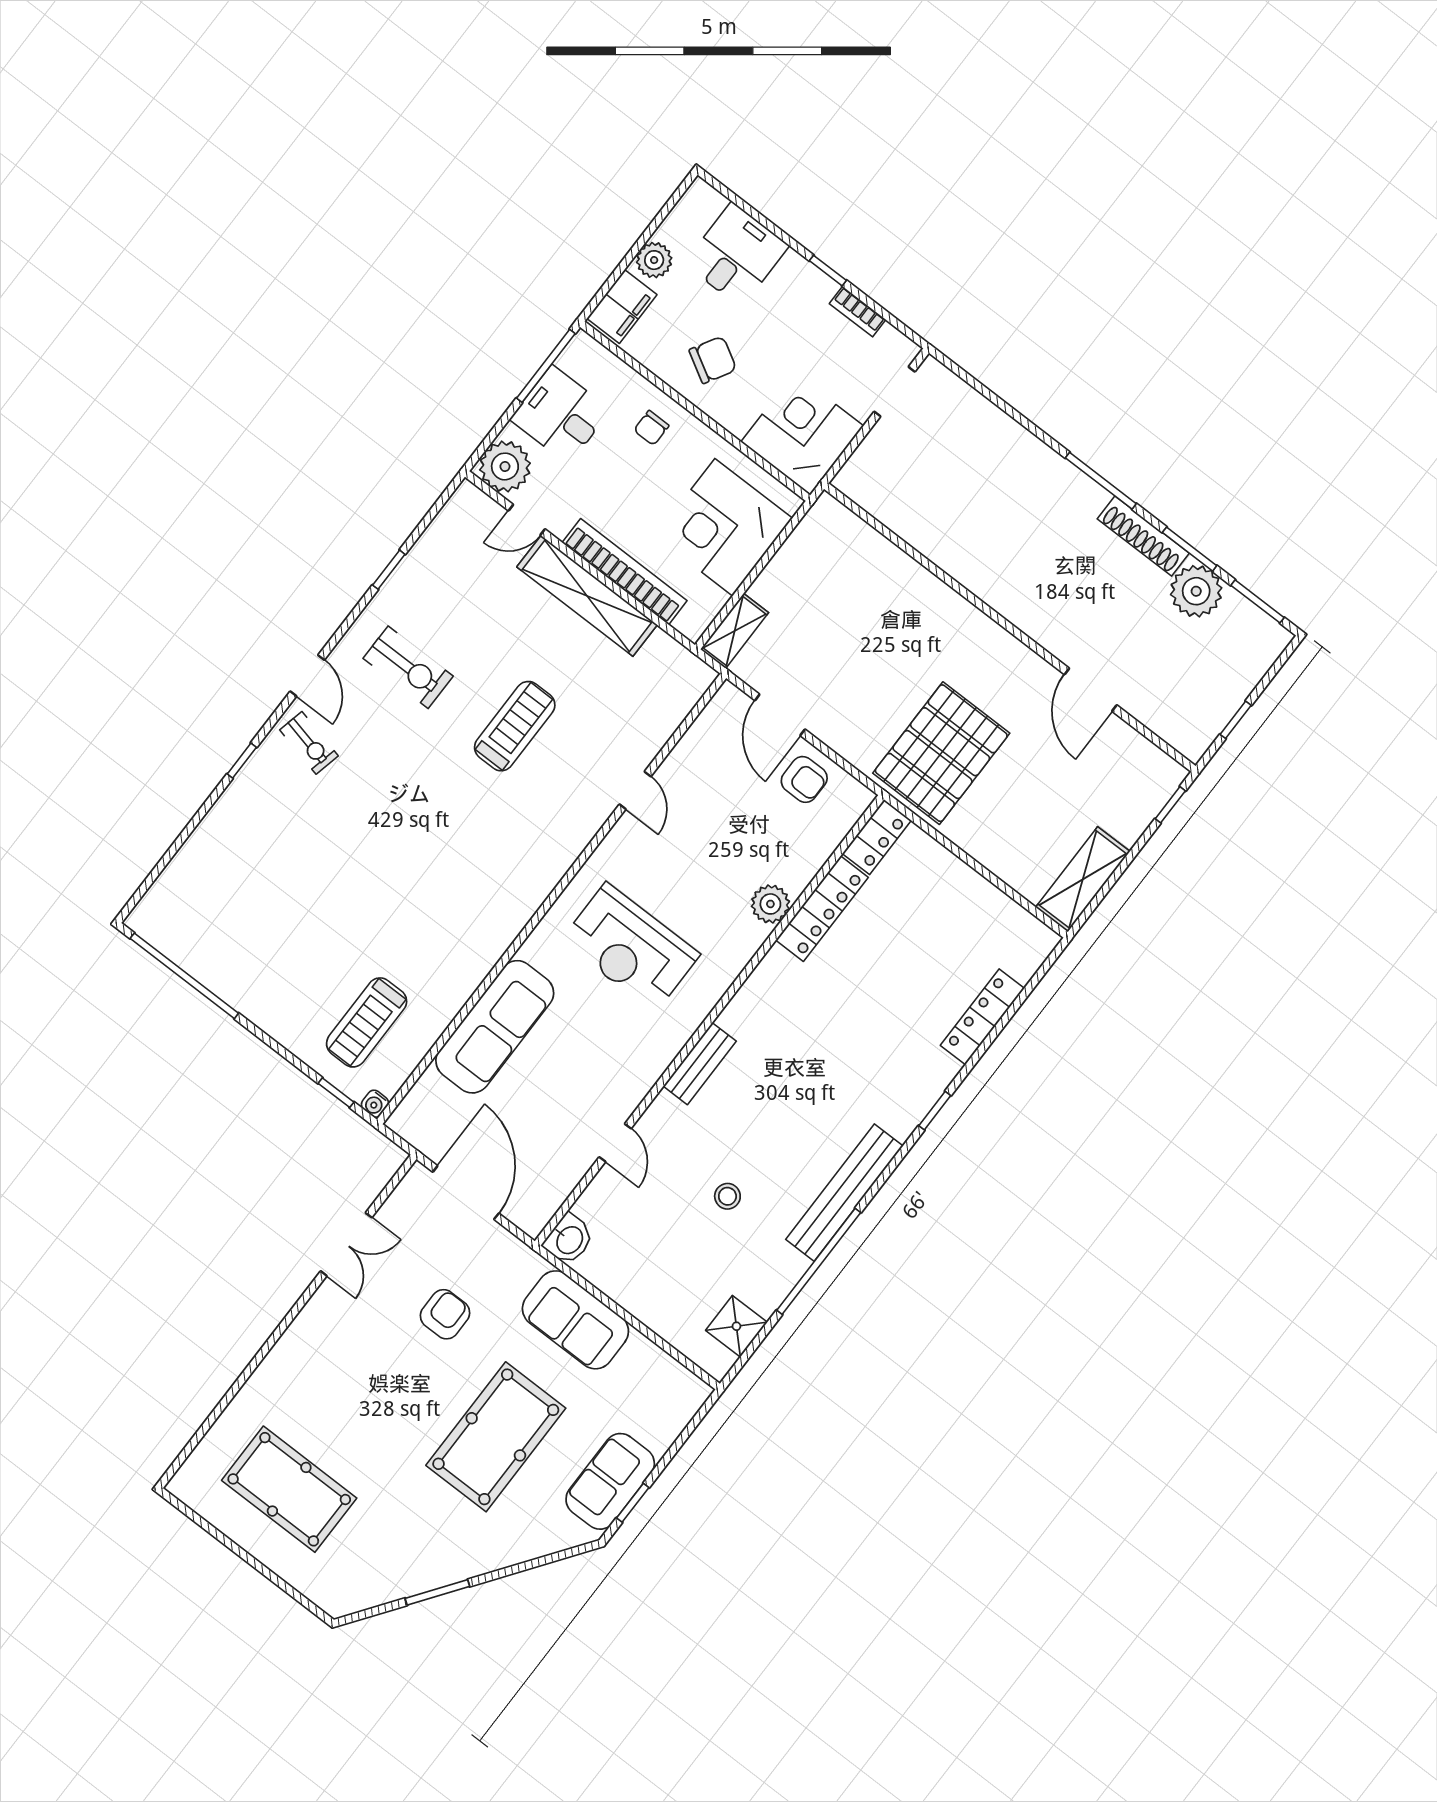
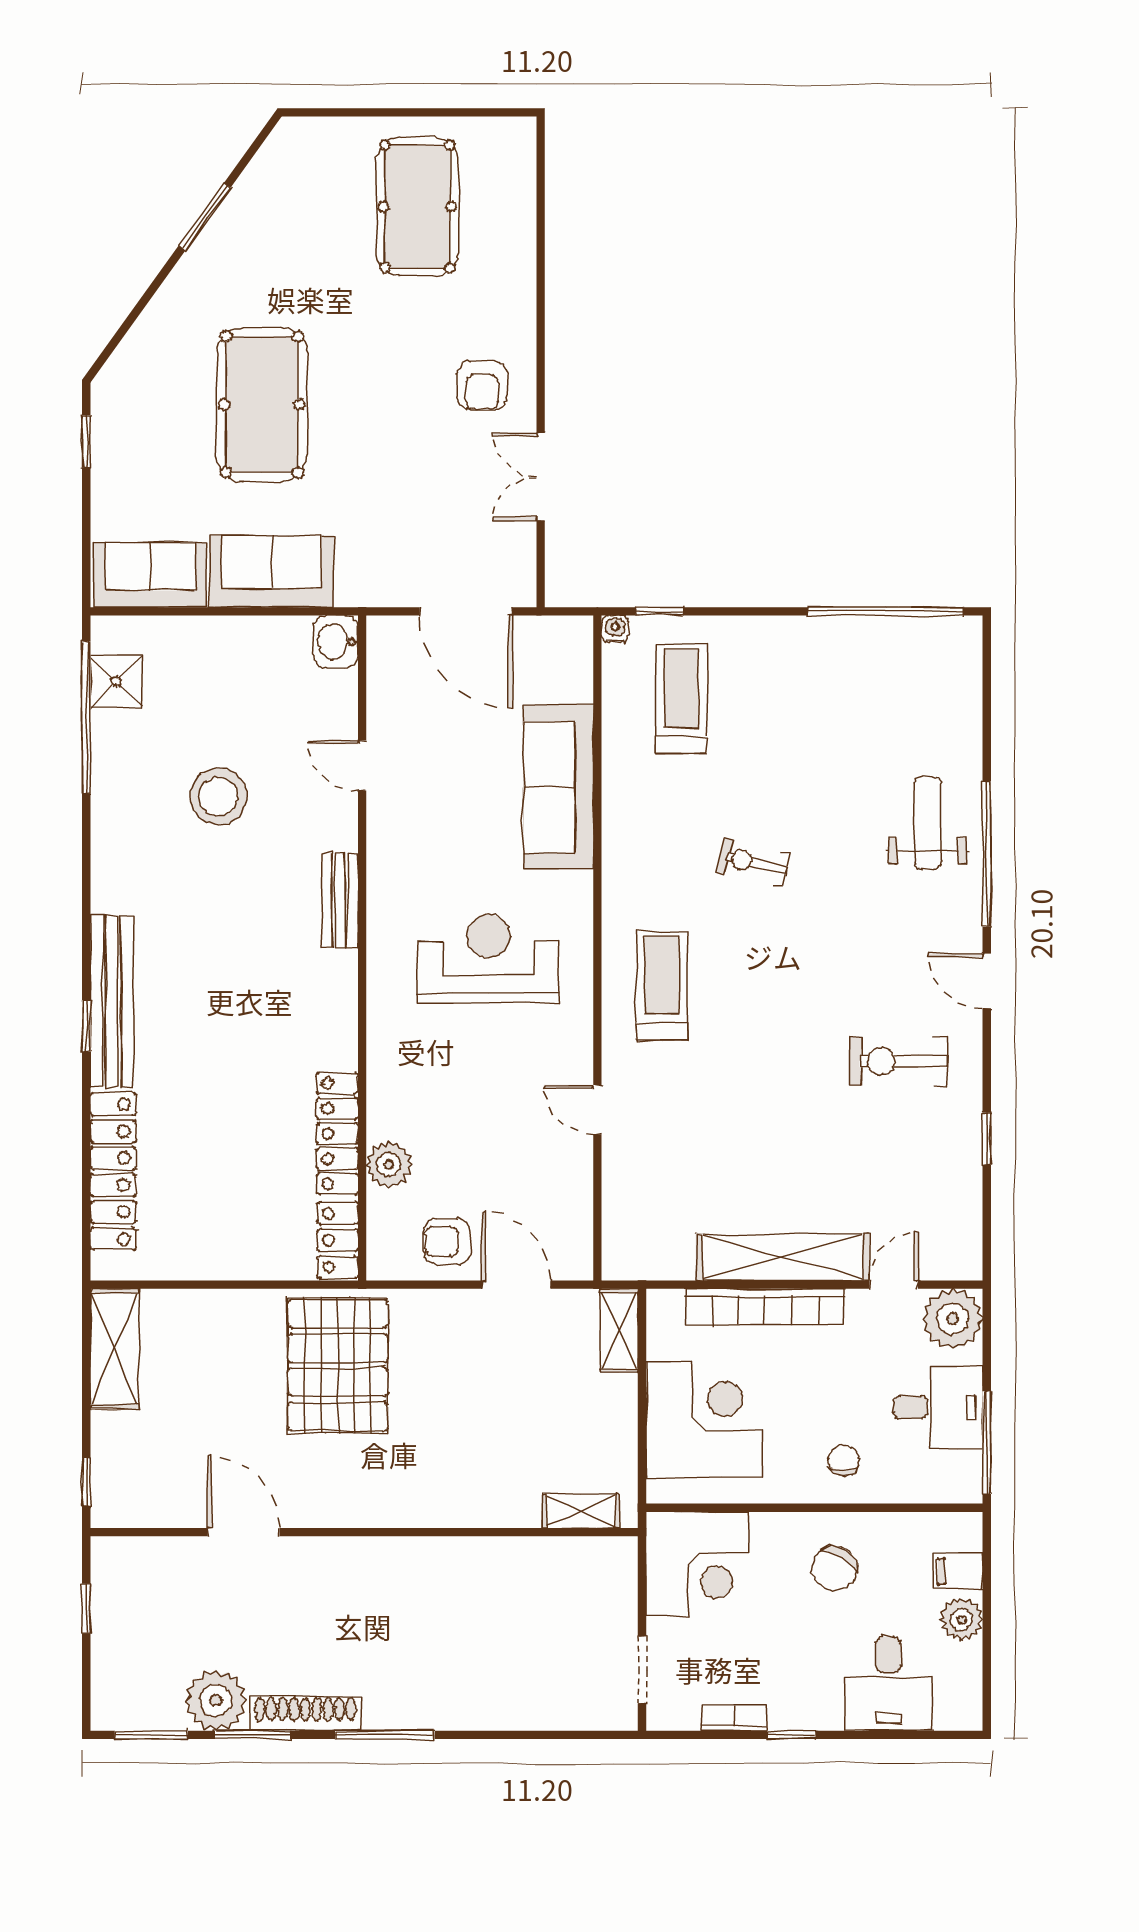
filing cabinet: (622, 306) -> (958, 1571), width x0.50
shelving: (853, 530) -> (581, 1511), added
treadmill: (515, 726) -> (662, 986), moved, turned 180
exercise bike: (309, 743) -> (754, 863), moved
window: (242, 761) -> (987, 854), width x3.17
weight bench: (265, 812) -> (928, 823), added
plant: (770, 904) -> (389, 1164), moved
locker: (982, 1017) -> (113, 1172), width x1.41, depth x1.21
bench: (844, 1193) -> (112, 1002), moved
stool: (727, 1196) -> (218, 796), width x1.89, depth x1.89
window: (819, 1261) -> (86, 717), moved
armchair: (445, 1314) -> (482, 385), moved
sofa: (610, 1481) -> (150, 575), moved, turned -90
pool table: (289, 1489) -> (417, 207), turned 90

